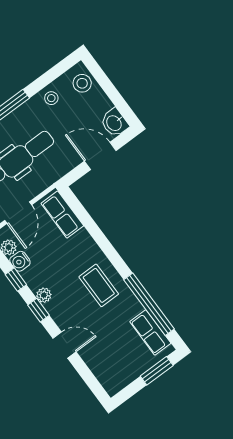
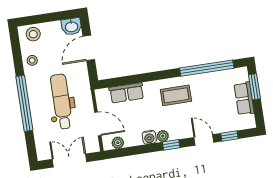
row of seats: (62, 215) -> (127, 93), moved
water cooler: (20, 261) -> (149, 137), moved
window: (16, 280) -> (229, 136), moved
row of seats: (150, 332) -> (244, 98), moved, turned 90
door: (64, 345) -> (204, 140), hinge flipped

